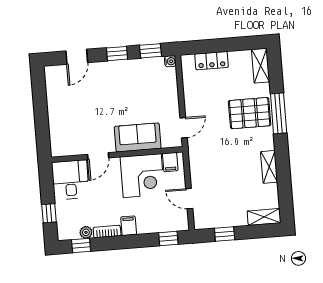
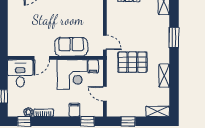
pallet: (250, 113) -> (132, 62), moved
window: (279, 113) -> (174, 38), width x0.69
door: (184, 128) -> (105, 42), hinge flipped
filing cabinet: (129, 226) -> (75, 110), moved

